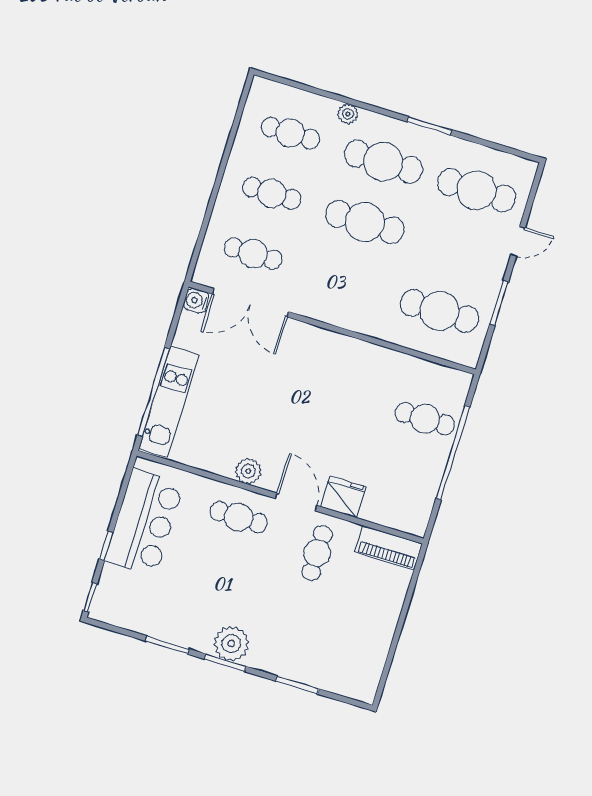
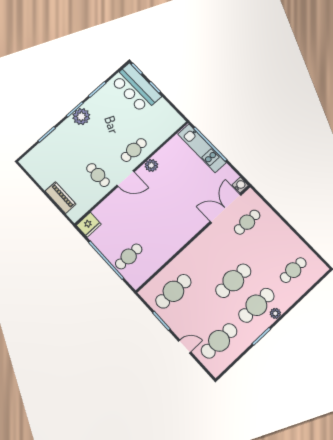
plant: (348, 114) -> (275, 313), moved
cafe table: (272, 193) -> (270, 246), removed
door: (518, 241) -> (185, 346), swing flipped
fridge: (343, 497) -> (89, 225), moved
bar counter: (144, 522) -> (136, 88), moved
piano: (389, 548) -> (60, 198), moved, turned 90

